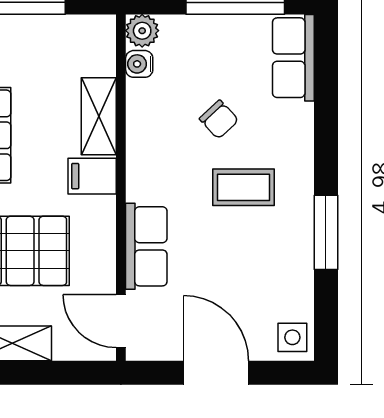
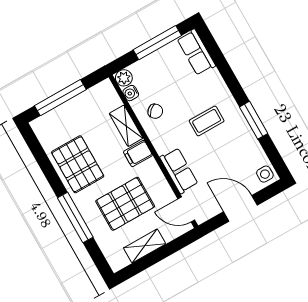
chair: (219, 119) -> (155, 111), moved

